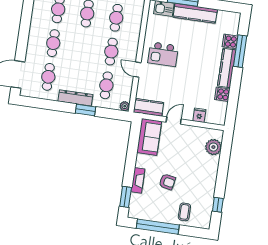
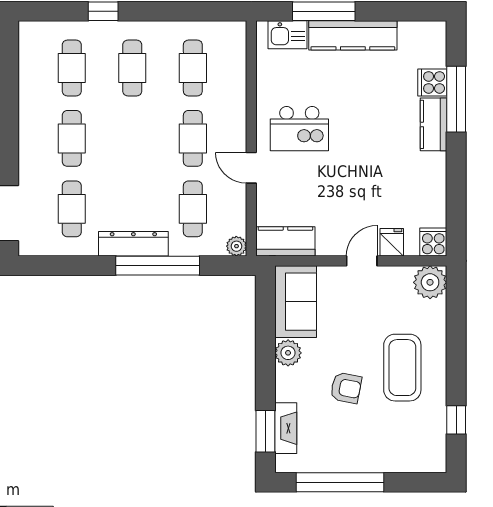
kitchen counter: (227, 68) -> (433, 124), width x0.67
cooker: (222, 94) -> (433, 242), moved, turned 90
window: (86, 110) -> (158, 266), width x2.11
door: (174, 121) -> (362, 261), moved
plant: (213, 147) -> (430, 282), moved
plant: (142, 161) -> (288, 353), added
fireplace: (138, 180) -> (286, 428), moved
coffee table: (184, 212) -> (402, 368), moved, width x1.86, depth x1.72

